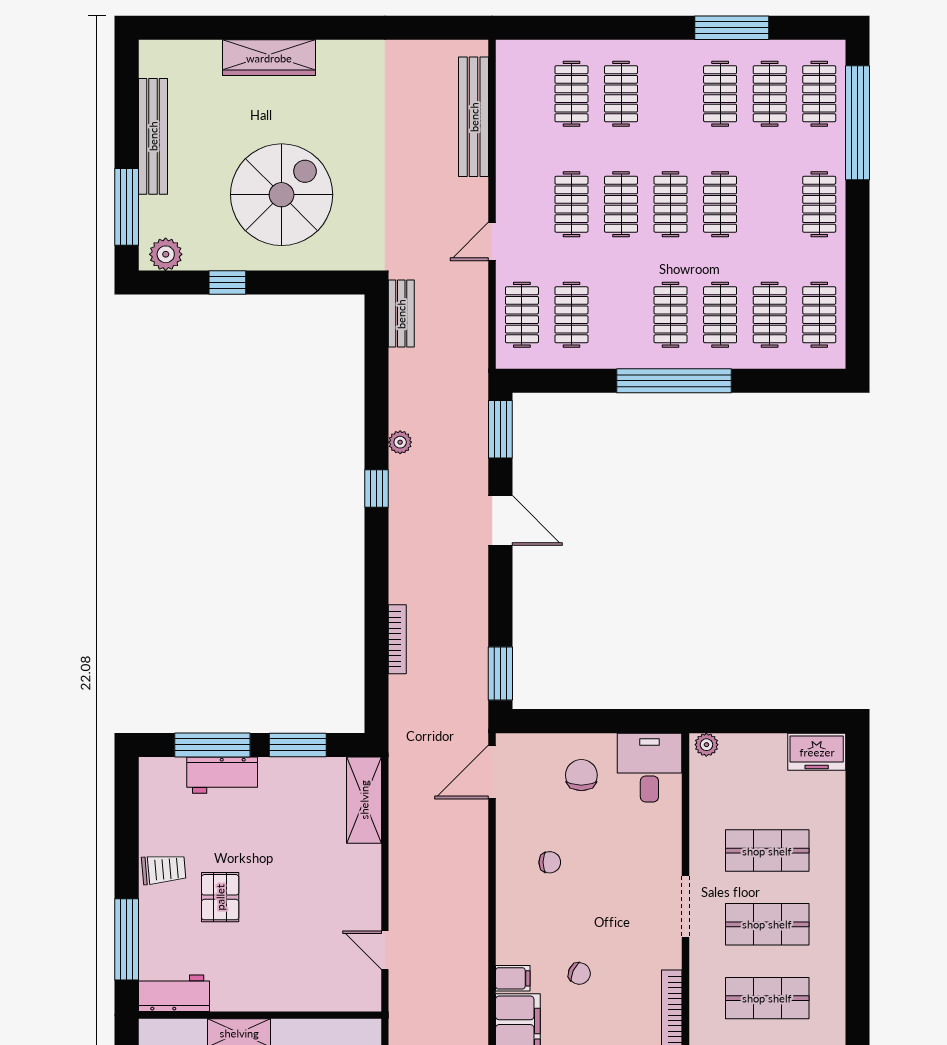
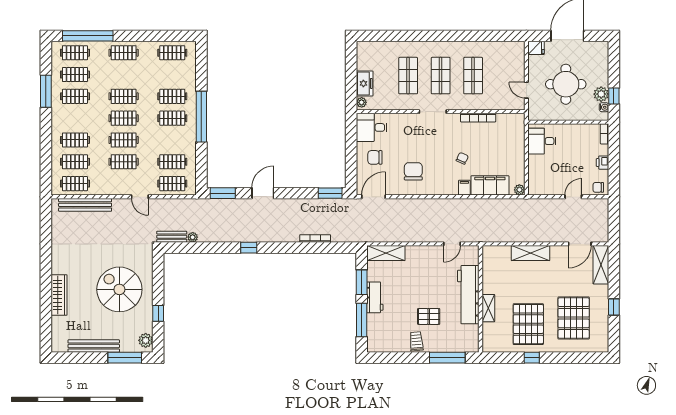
clothes rail: (770, 315) -> (75, 184), moved
plant: (400, 442) -> (193, 237), moved
freezer: (817, 752) -> (365, 83), moved
door: (492, 772) -> (374, 197), swing flipped
workbench: (222, 775) -> (375, 297), moved
chair: (550, 862) -> (413, 171), width x1.87, depth x1.87
workbench: (174, 993) -> (468, 295), moved, width x1.88, depth x1.32

